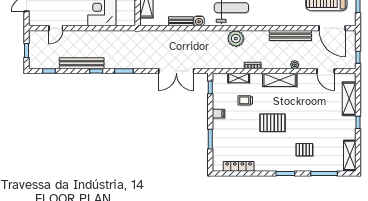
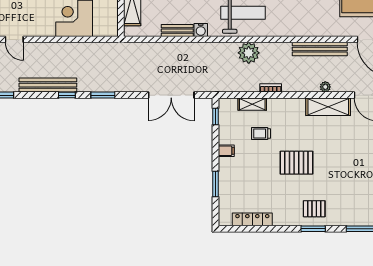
door: (56, 28) -> (14, 39), hinge flipped
shelving: (280, 80) -> (328, 107), moved
pallet: (304, 150) -> (314, 209), moved

